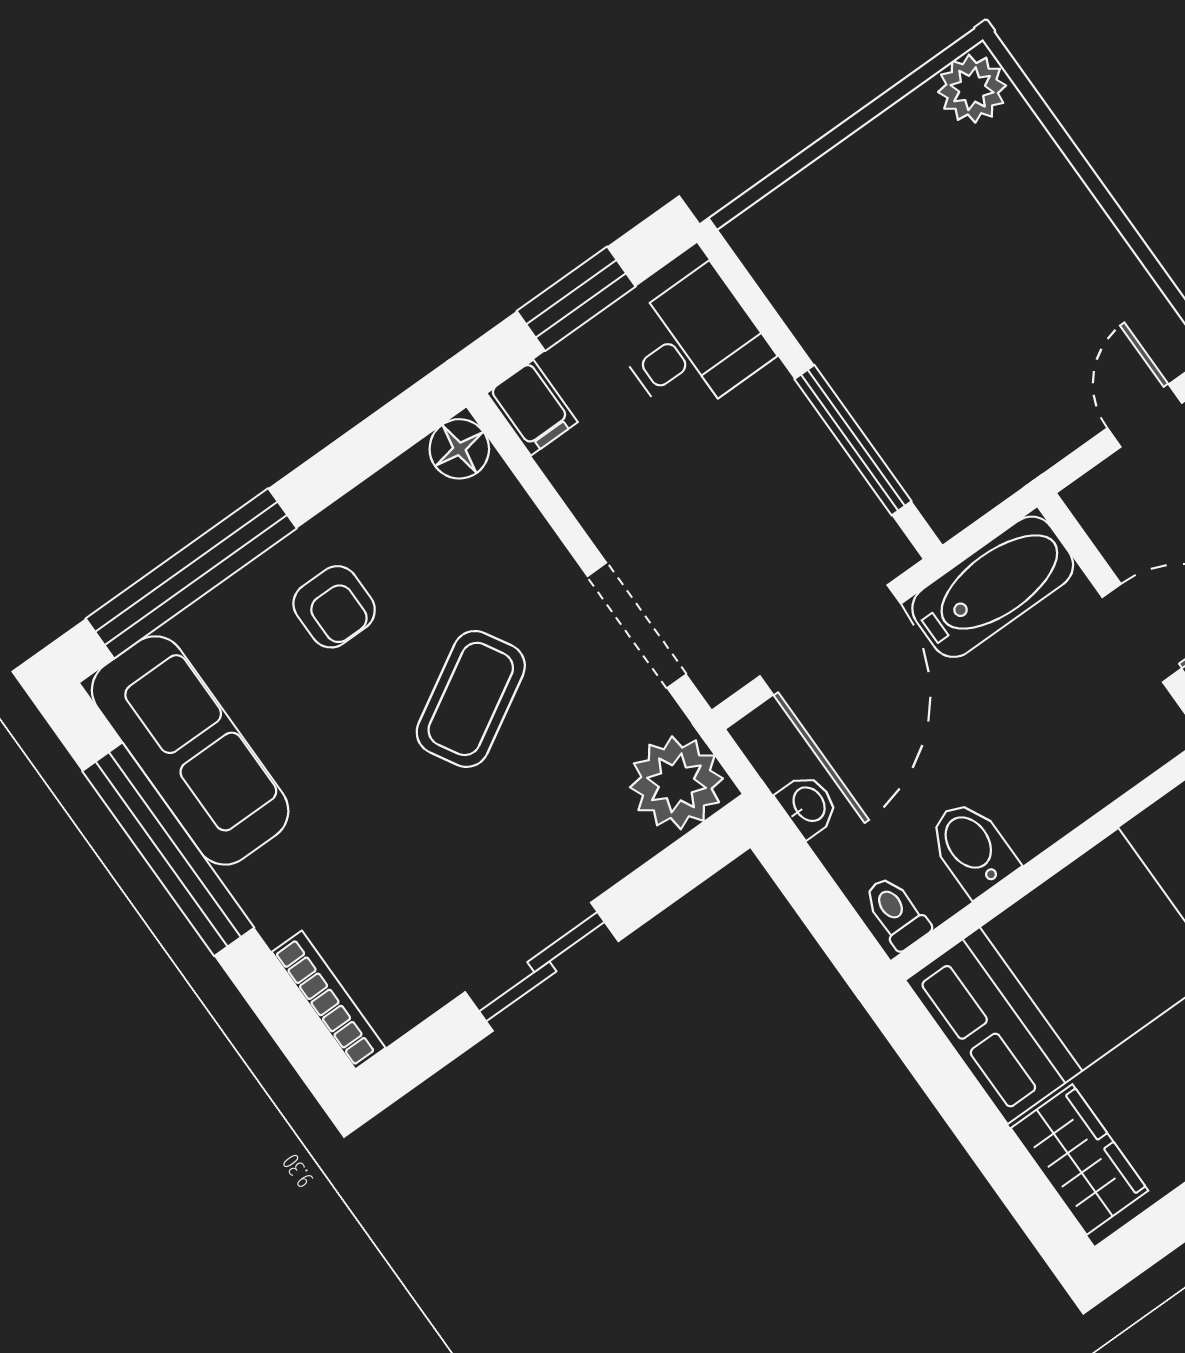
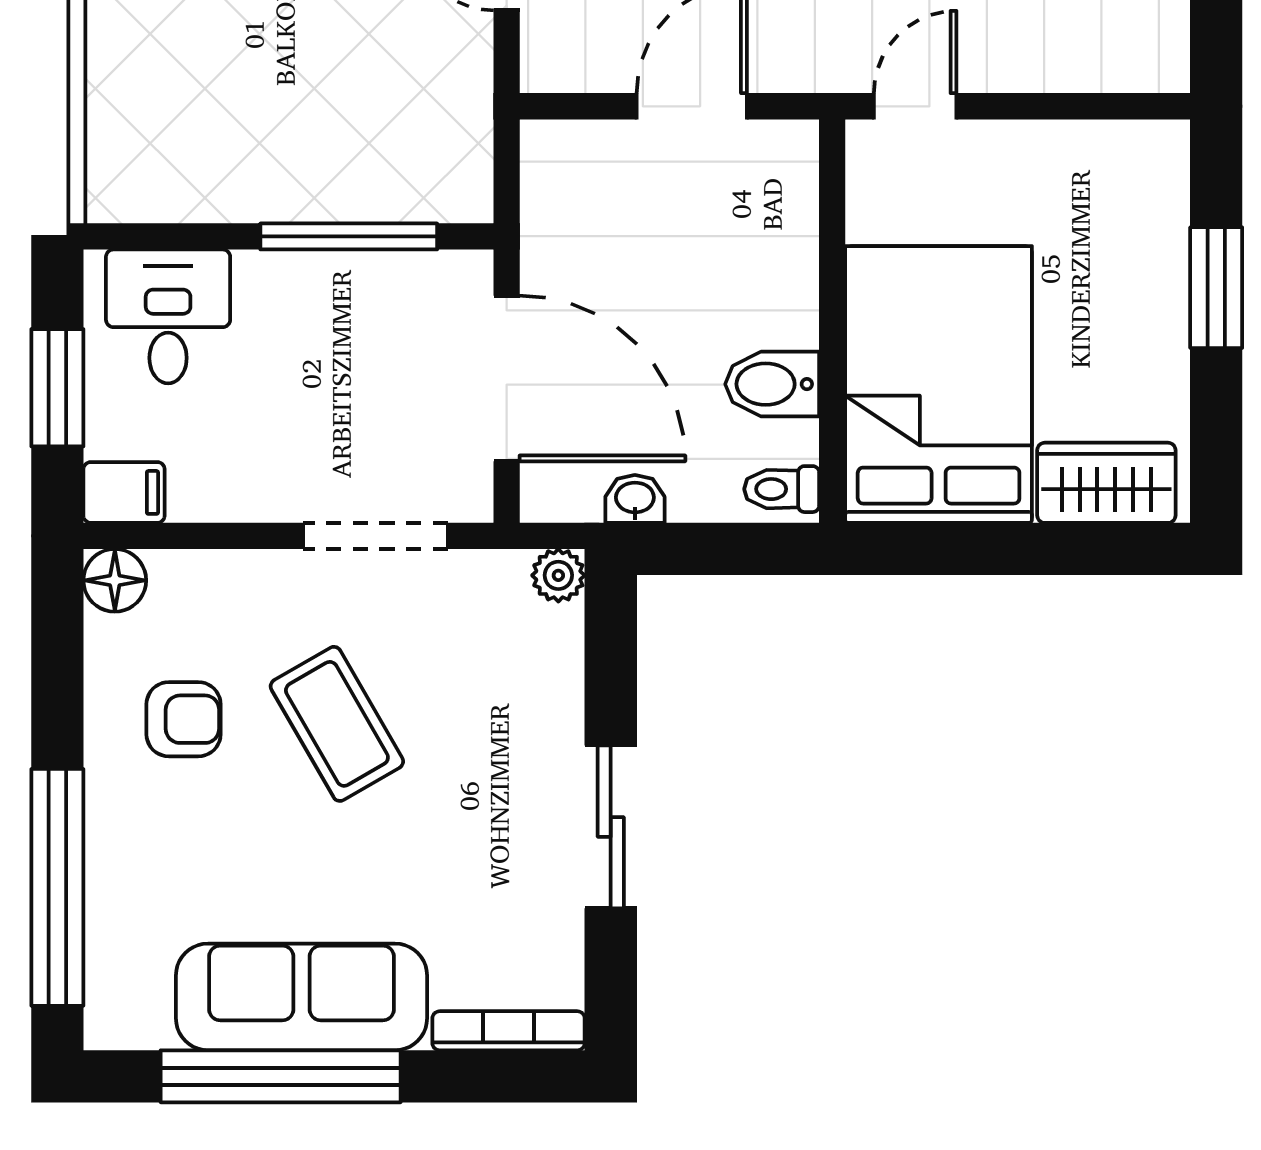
bathtub: (993, 587) -> (561, 206), removed
armchair: (334, 607) -> (184, 719), moved
sofa: (190, 750) -> (301, 997), moved
plant: (676, 783) -> (558, 575), width x0.53, depth x0.53

